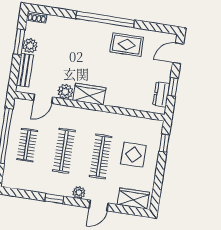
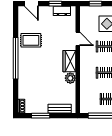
rug: (127, 45) -> (31, 40), turned 90
plant: (30, 46) -> (42, 108), removed
door: (43, 99) -> (78, 39), moved

